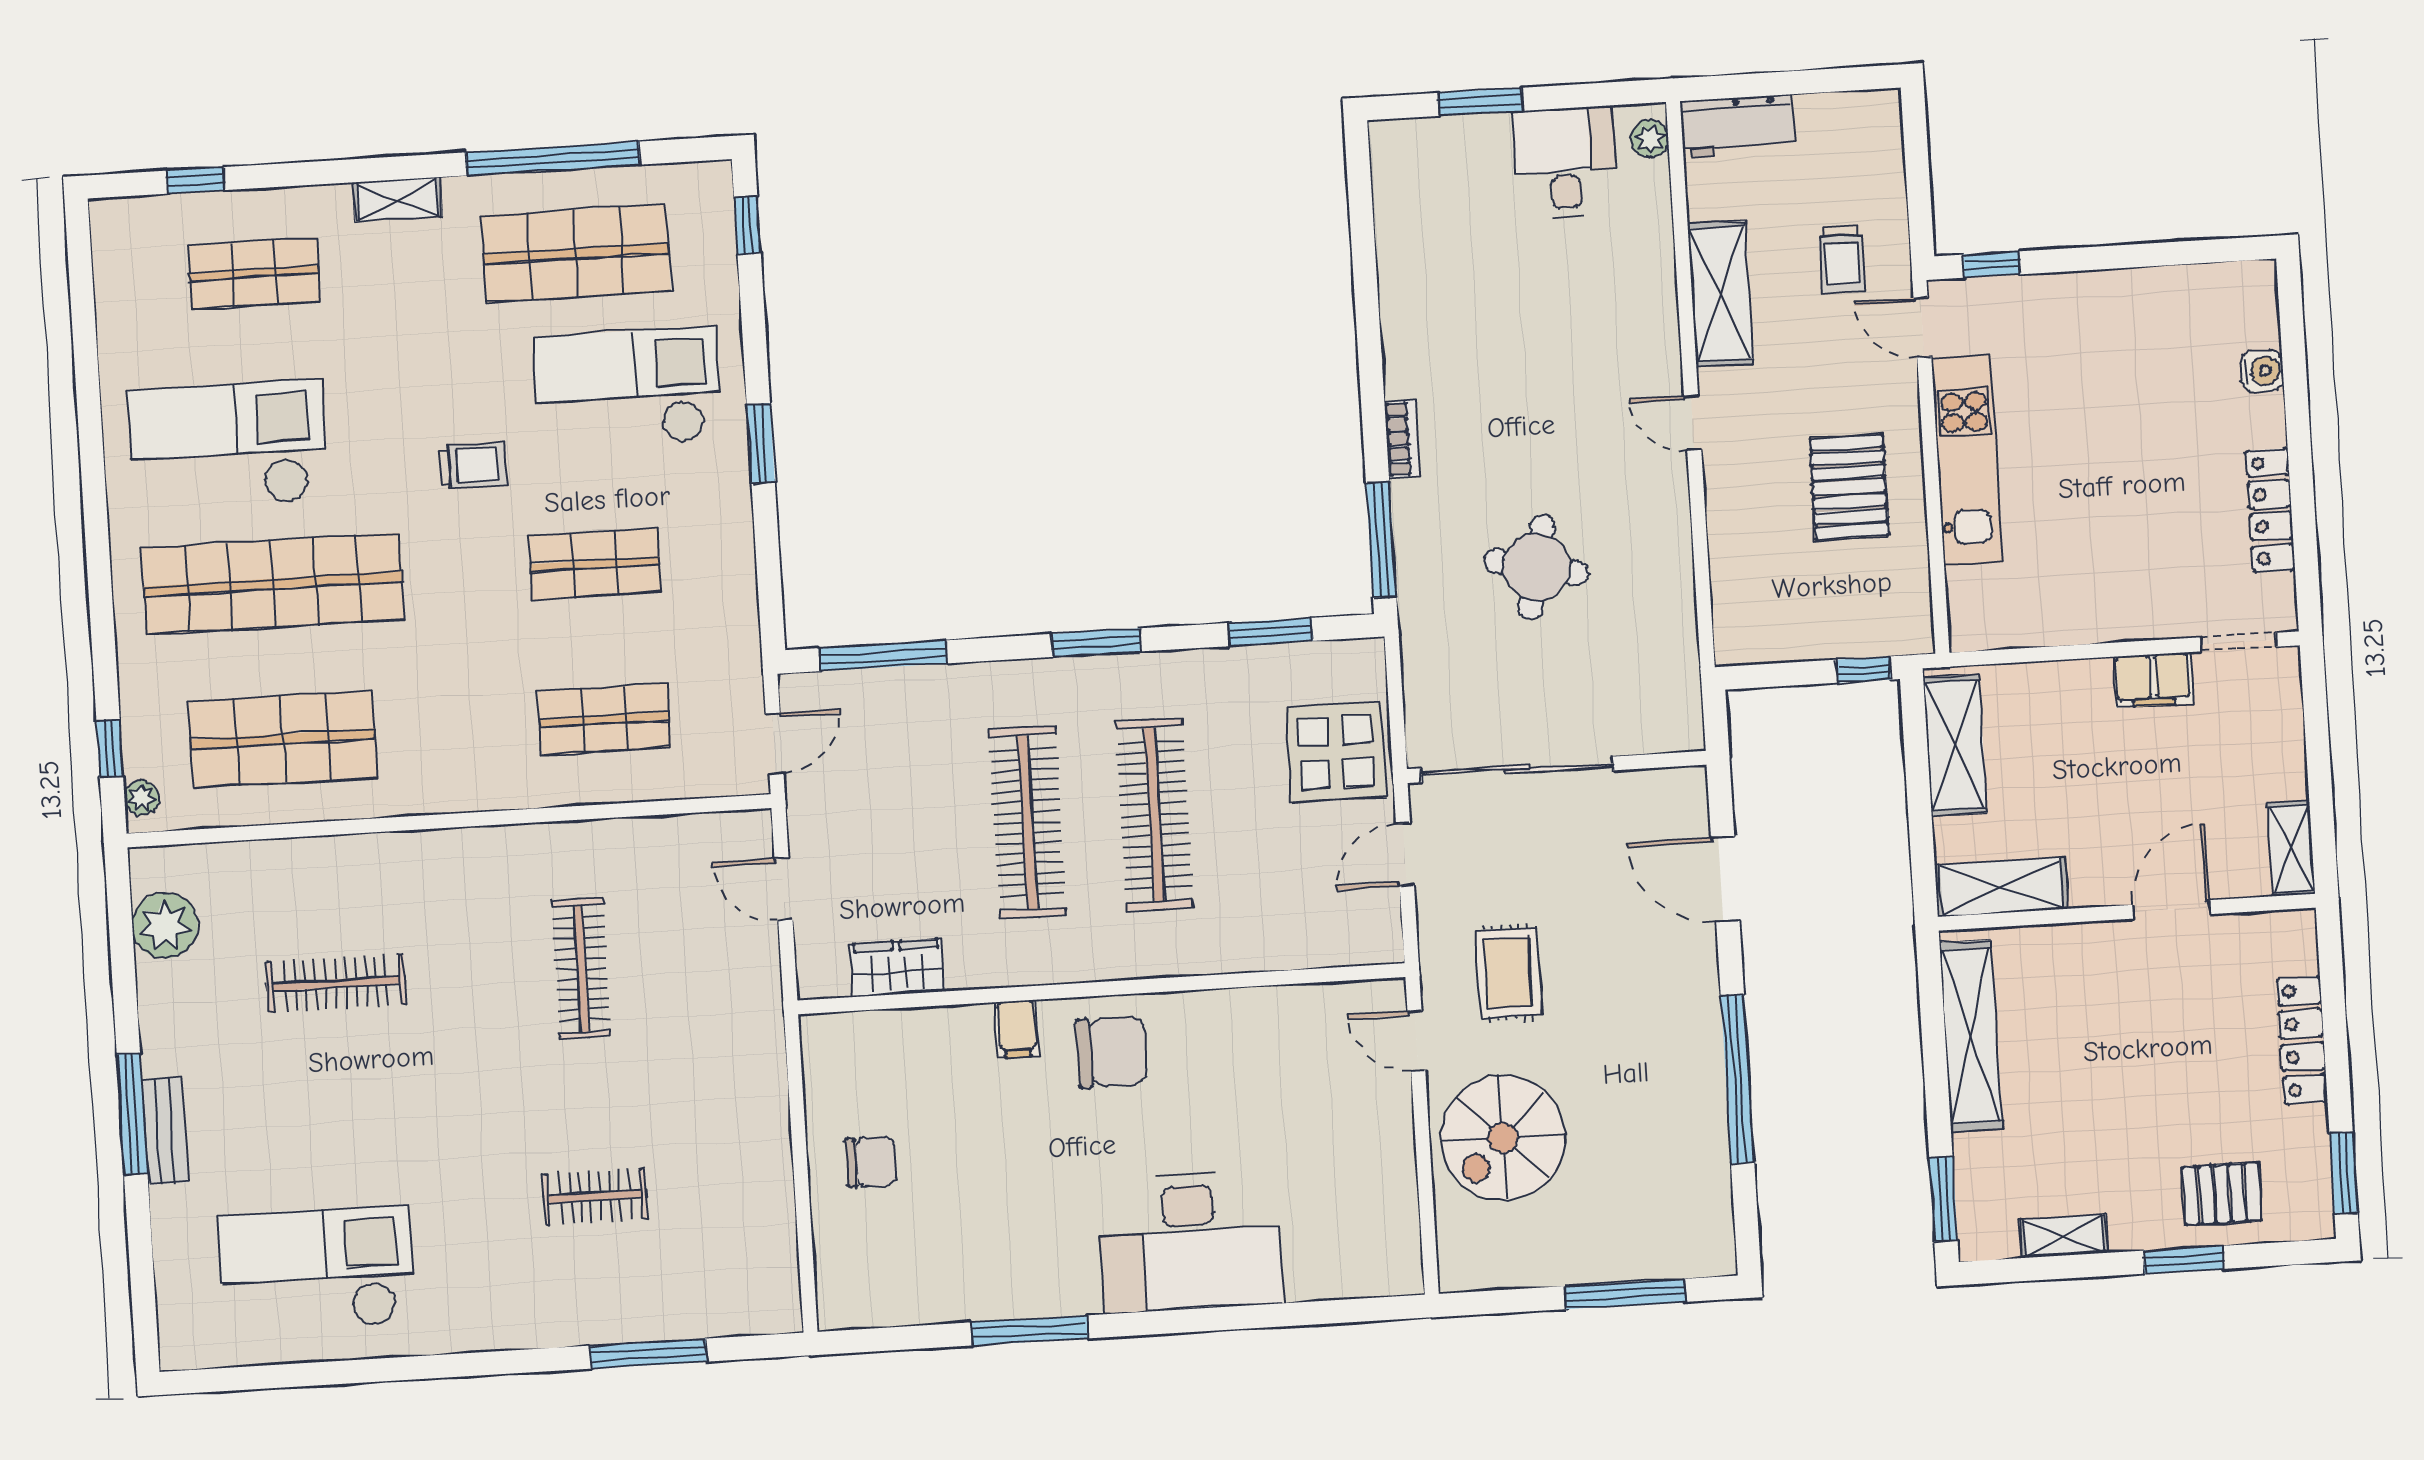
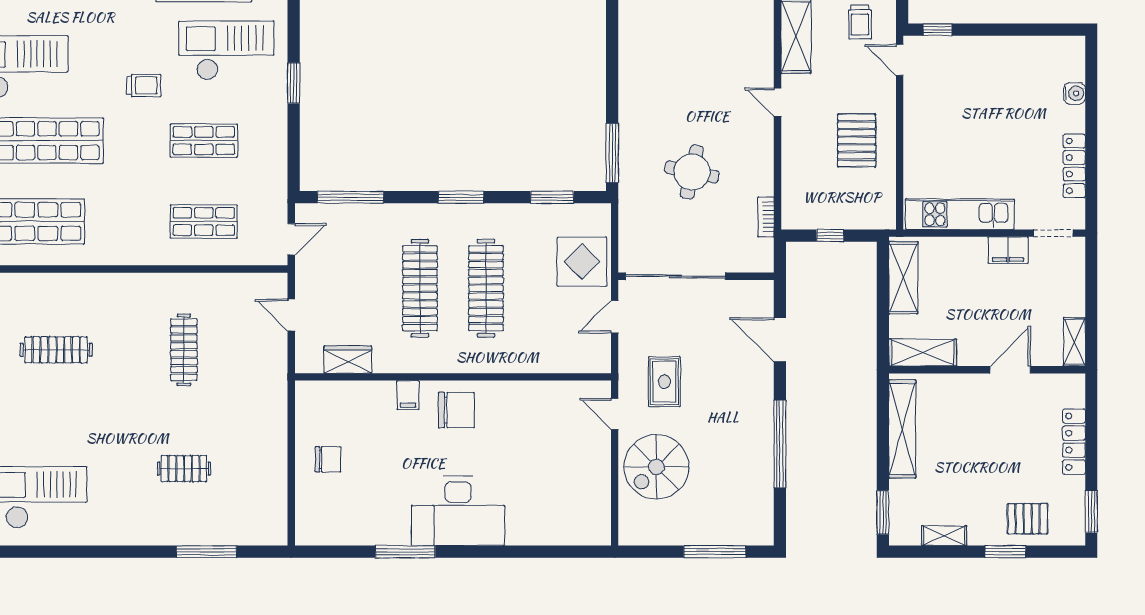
bookcase: (1402, 439) -> (766, 217), moved, turned 180
kitchen unit: (1967, 460) -> (960, 214), moved, turned -90
window: (1864, 670) -> (830, 236), moved
desk: (1190, 1242) -> (458, 511), moved

